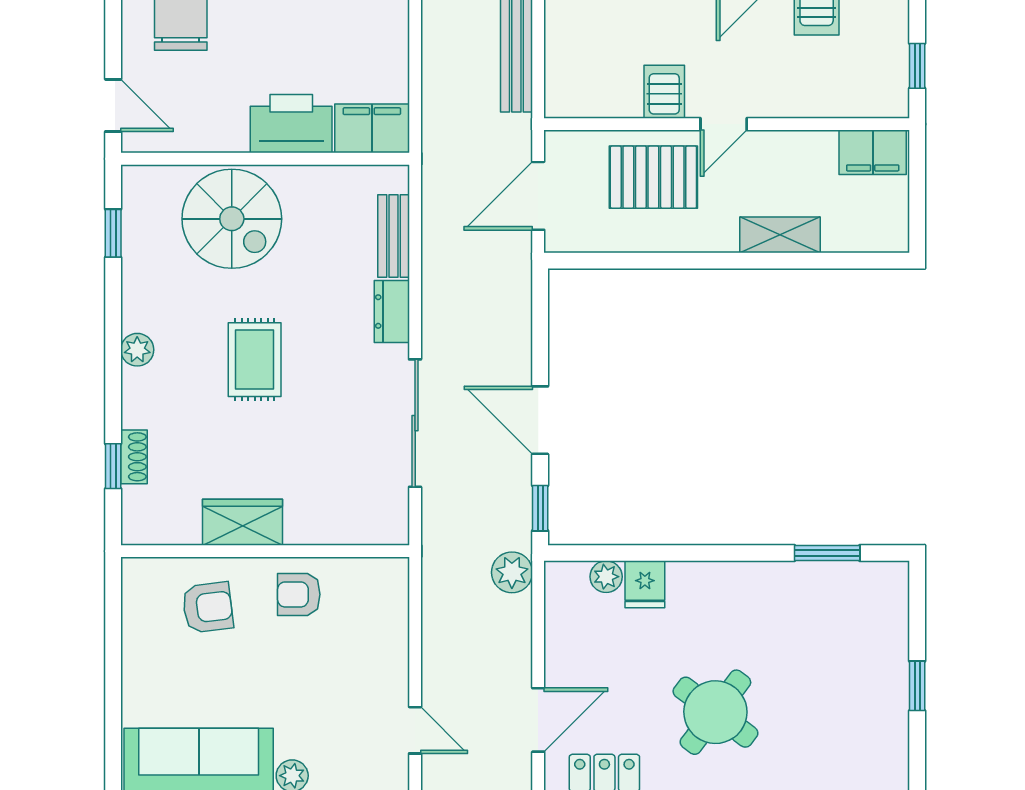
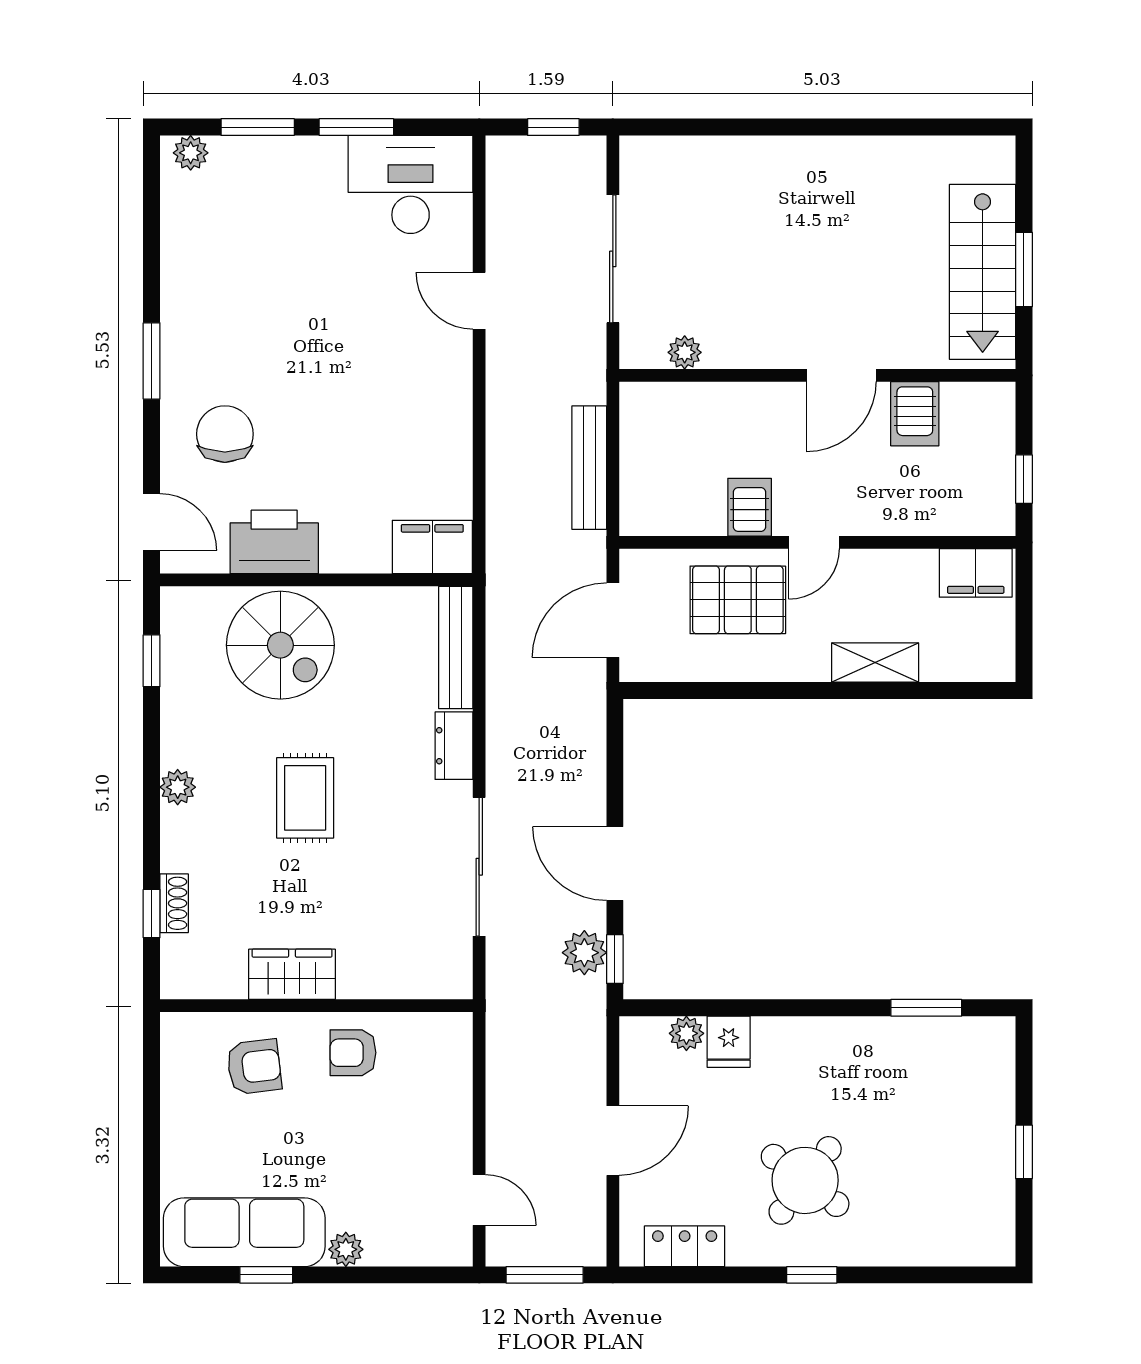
printer: (291, 124) -> (274, 542), moved
bench: (394, 236) -> (456, 648), width x1.36
plant: (512, 572) -> (584, 953), moved
door: (538, 720) -> (613, 1141), moved

